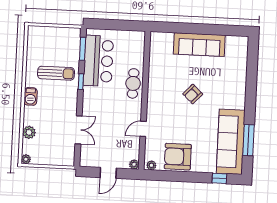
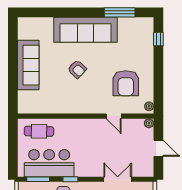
cafe table: (133, 83) -> (39, 131), moved
sofa: (231, 142) -> (86, 30), moved
armchair: (178, 157) -> (126, 83), moved

